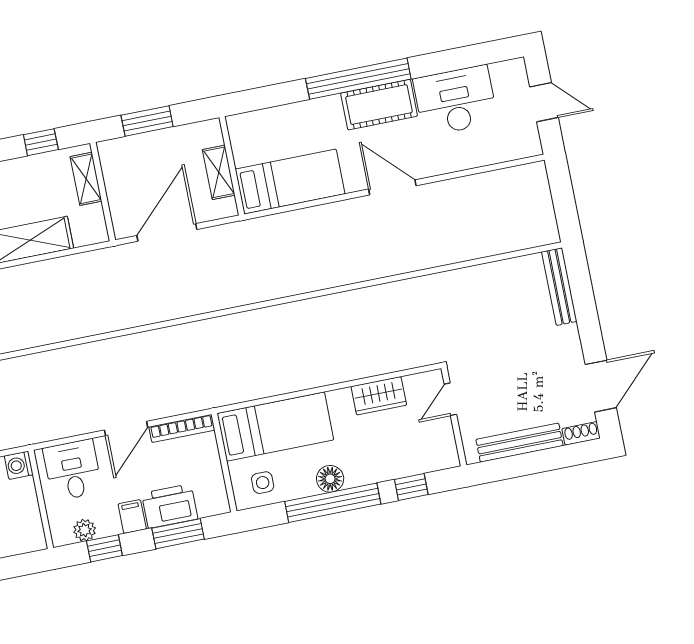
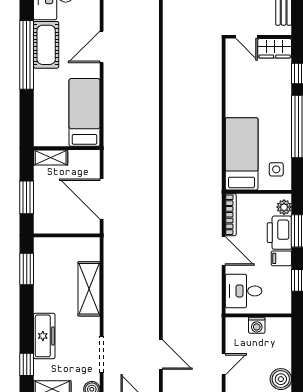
window: (41, 142) -> (27, 269), width x1.50
shelving: (219, 172) -> (51, 158), moved
shelving: (86, 179) -> (56, 245), removed
wardrobe: (379, 396) -> (275, 48), moved, turned 90
washing machine: (19, 465) -> (257, 325), moved
floor lamp: (330, 479) -> (283, 125), removed
plant: (85, 530) -> (284, 207), moved

